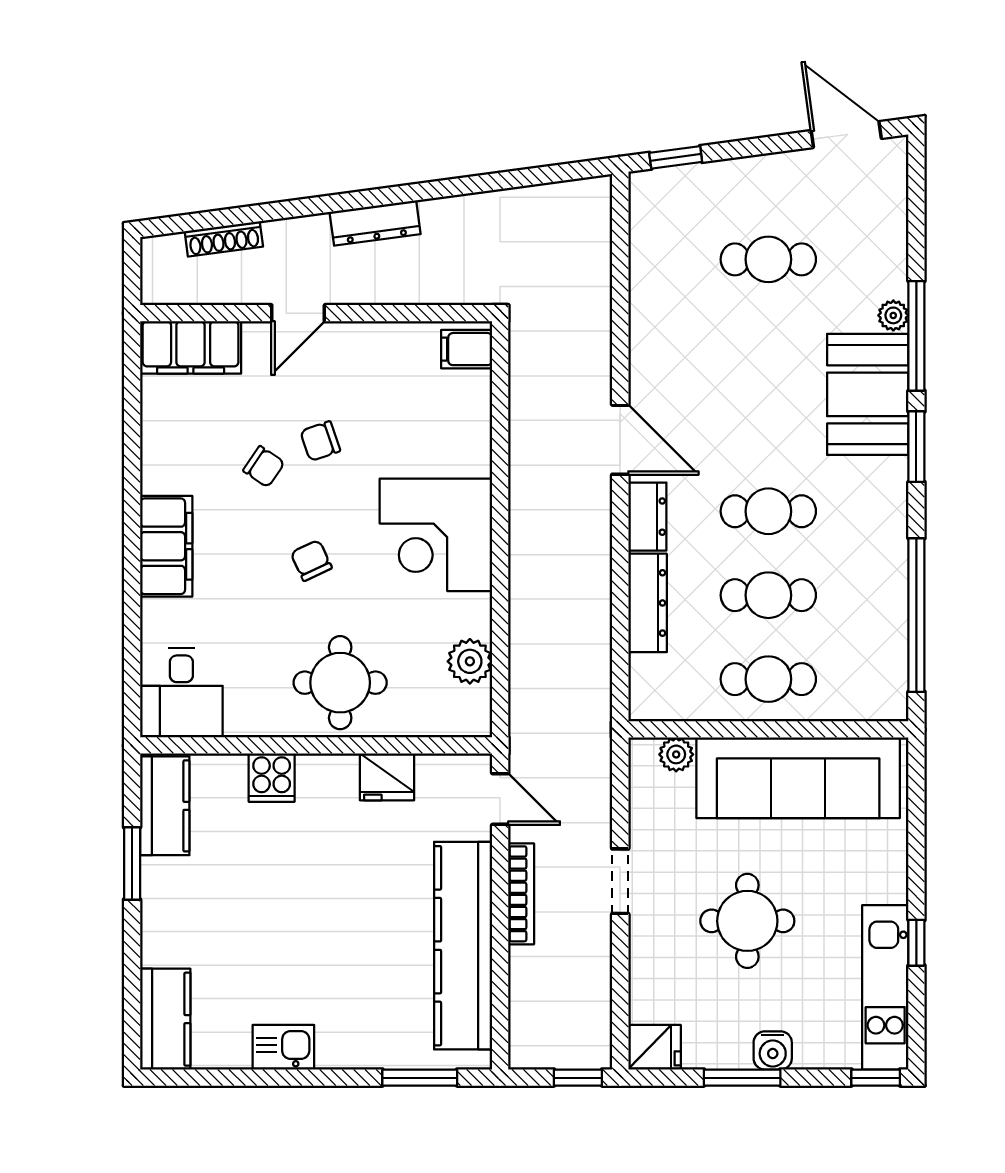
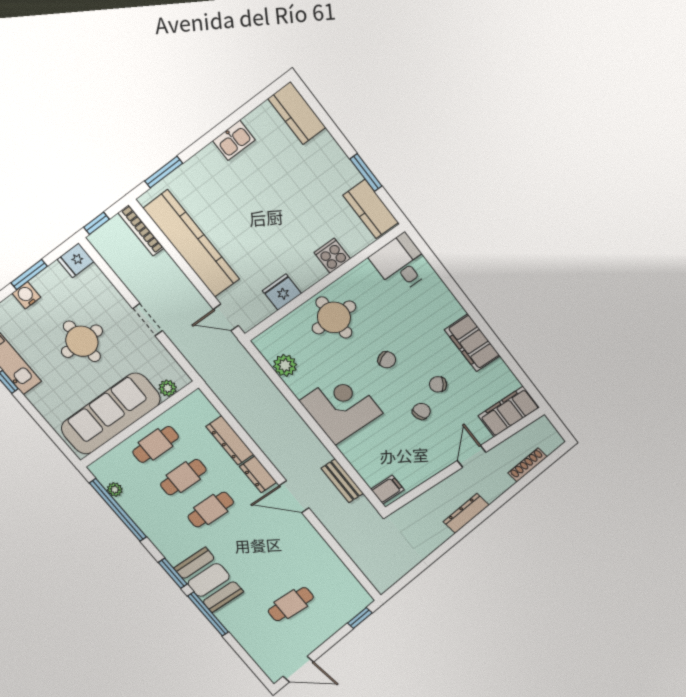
plant: (893, 315) -> (115, 489), moved
bench: (525, 413) -> (342, 481), added
filing cabinet: (166, 546) -> (472, 343), moved
bookcase: (521, 894) -> (141, 230), moved

